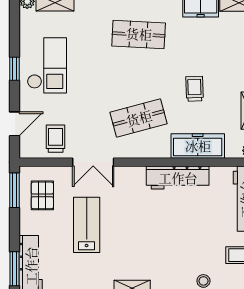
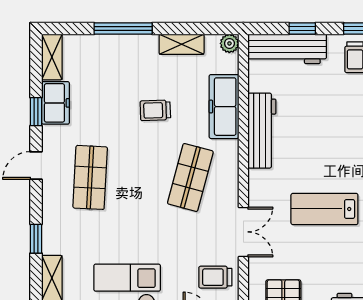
shop shelf: (139, 118) -> (190, 177), turned 30
lab bench: (87, 225) -> (324, 209), moved

